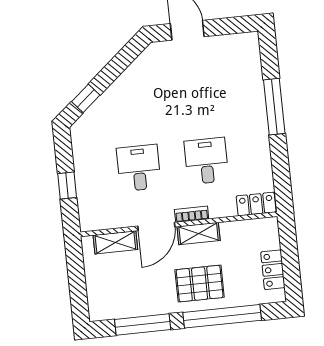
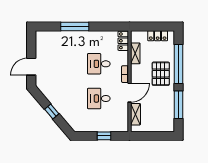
window: (86, 98) -> (52, 111), moved
door: (156, 227) -> (129, 93), hinge flipped
shelving: (199, 234) -> (135, 53), moved

